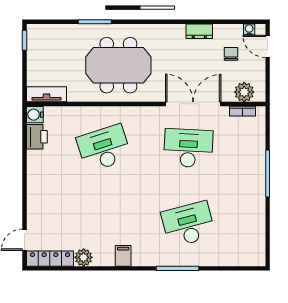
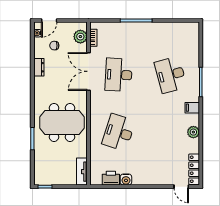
meeting table: (118, 65) -> (62, 122), turned 90
water cooler: (35, 115) -> (126, 180), moved
desk: (104, 148) -> (119, 132), turned 36
filing cabinet: (123, 256) -> (192, 108), moved
plant: (84, 257) -> (193, 132), moved

